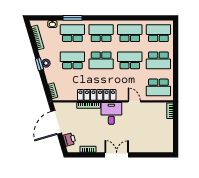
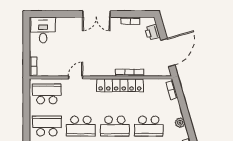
school desk: (101, 60) -> (115, 126), turned 180
window: (39, 64) -> (188, 121), removed
door: (134, 101) -> (76, 77), swing flipped
desk: (111, 113) -> (43, 30), moved, turned 180

